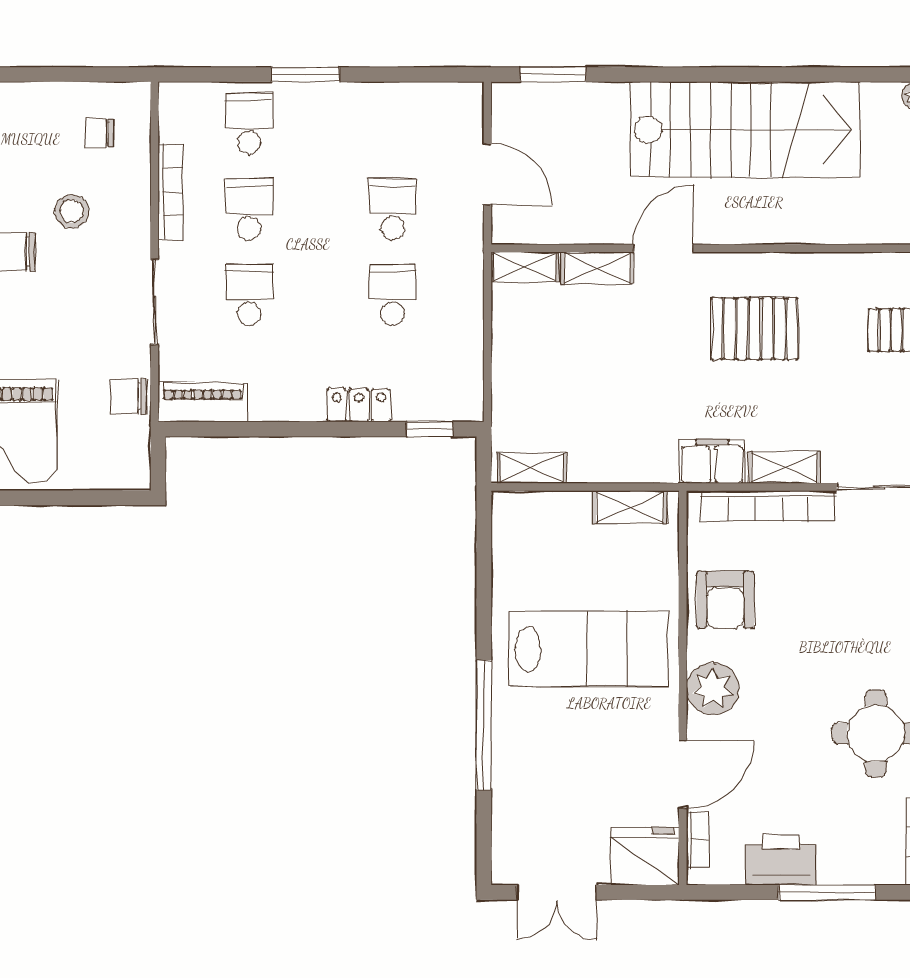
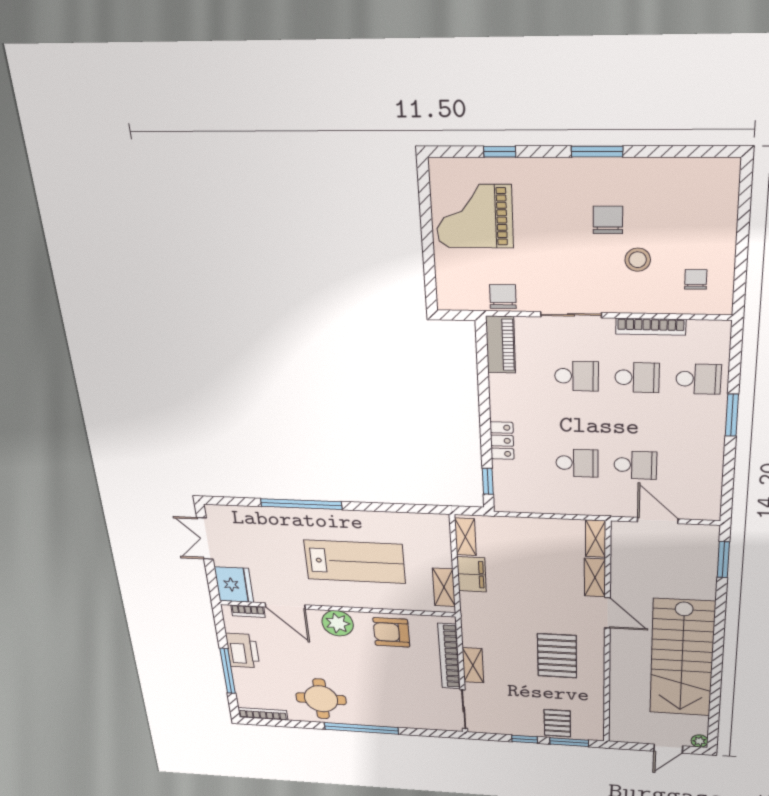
door: (487, 174) -> (658, 520), swing flipped
filing cabinet: (712, 462) -> (472, 574), moved
lab bench: (588, 649) -> (355, 562), turned -90

